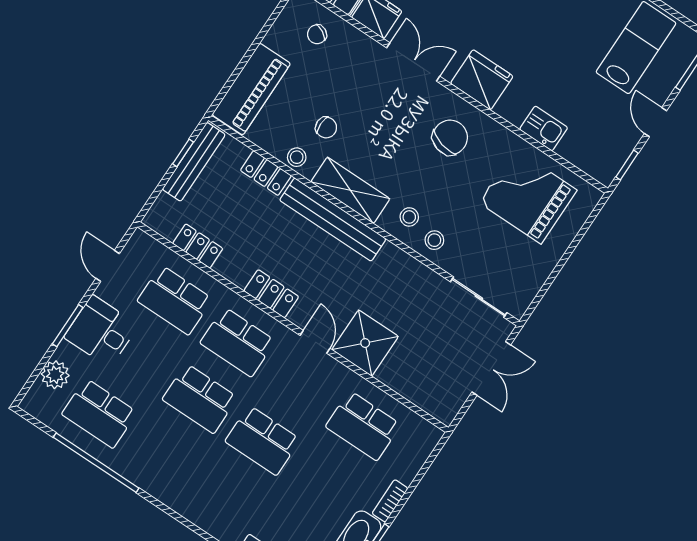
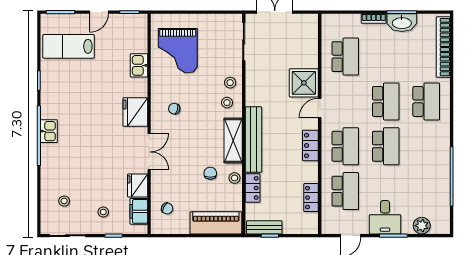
double door: (413, 62) -> (149, 152), swing flipped
chair: (450, 137) -> (174, 109), width x0.54, depth x0.54
bench: (194, 162) -> (264, 227), width x0.73
school desk: (99, 413) -> (426, 101), moved

